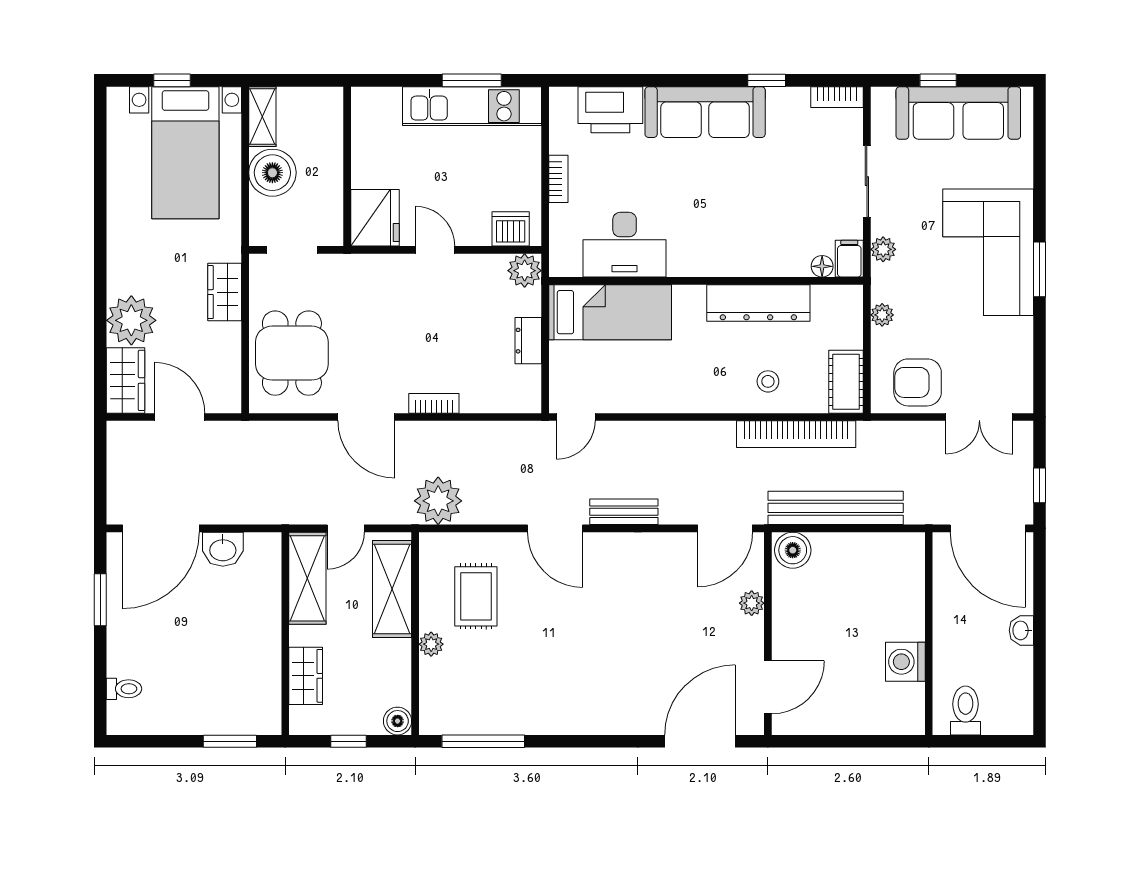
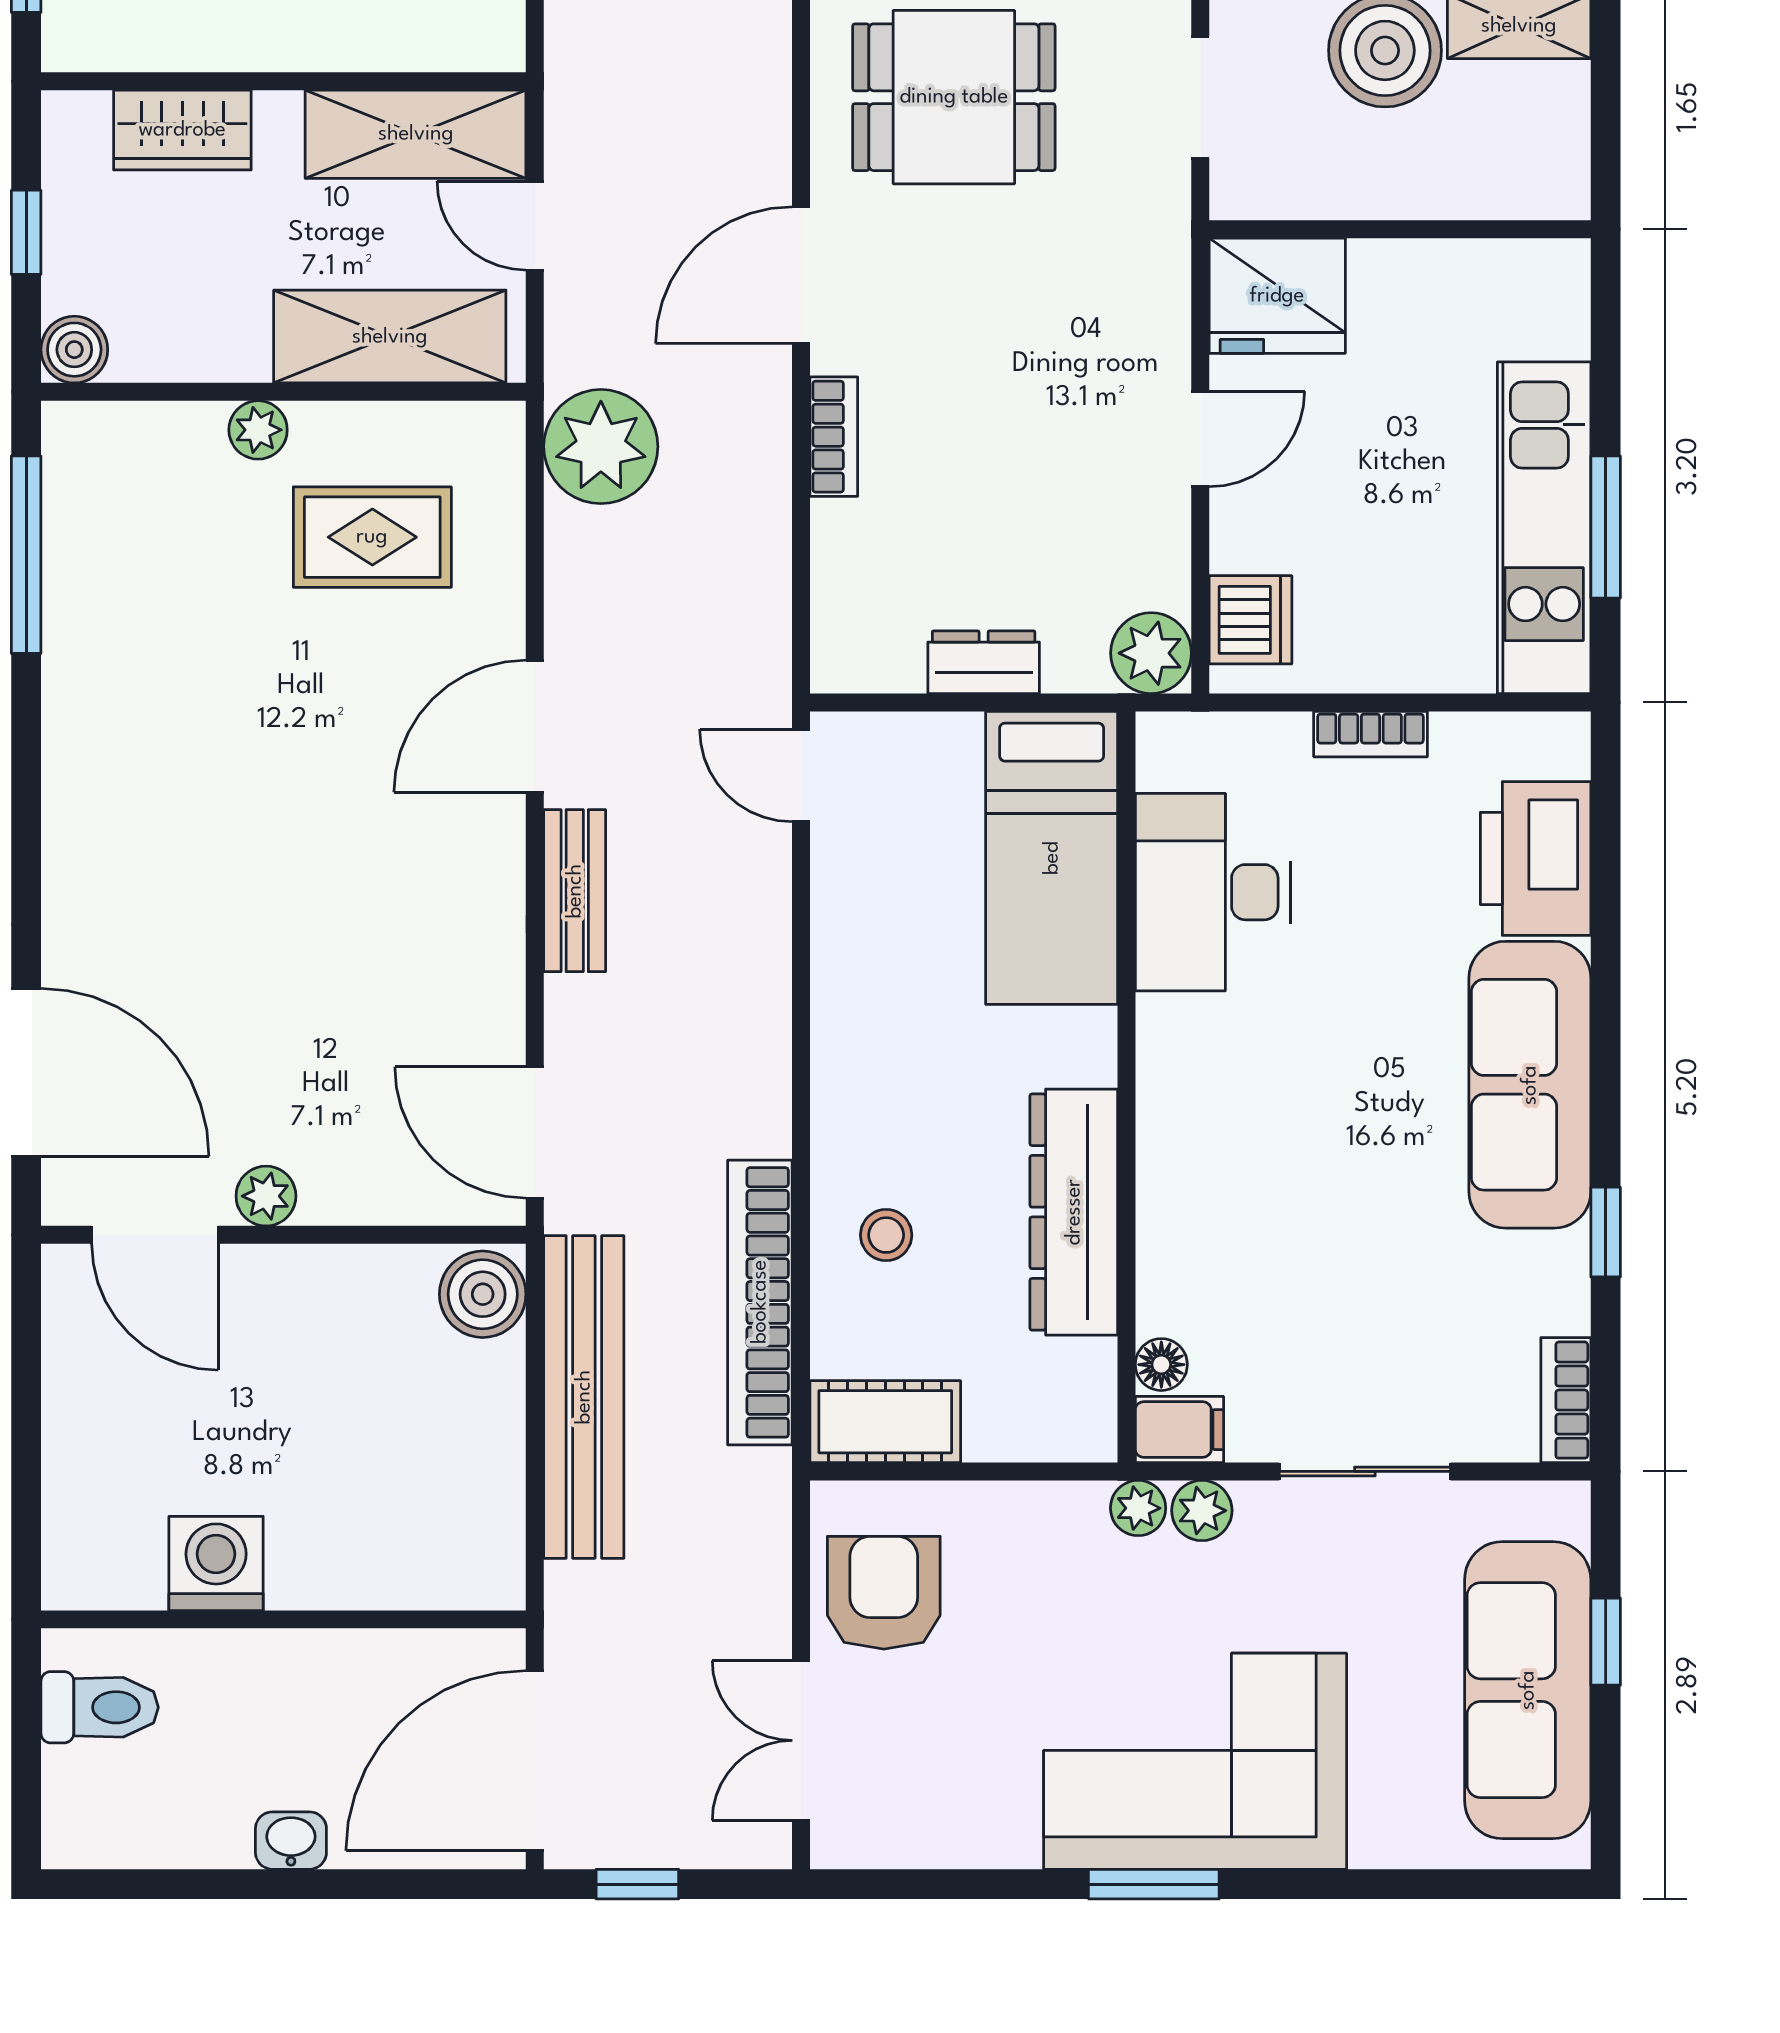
plant: (882, 315) -> (1138, 1508), moved
plant: (752, 603) -> (266, 1196), moved

